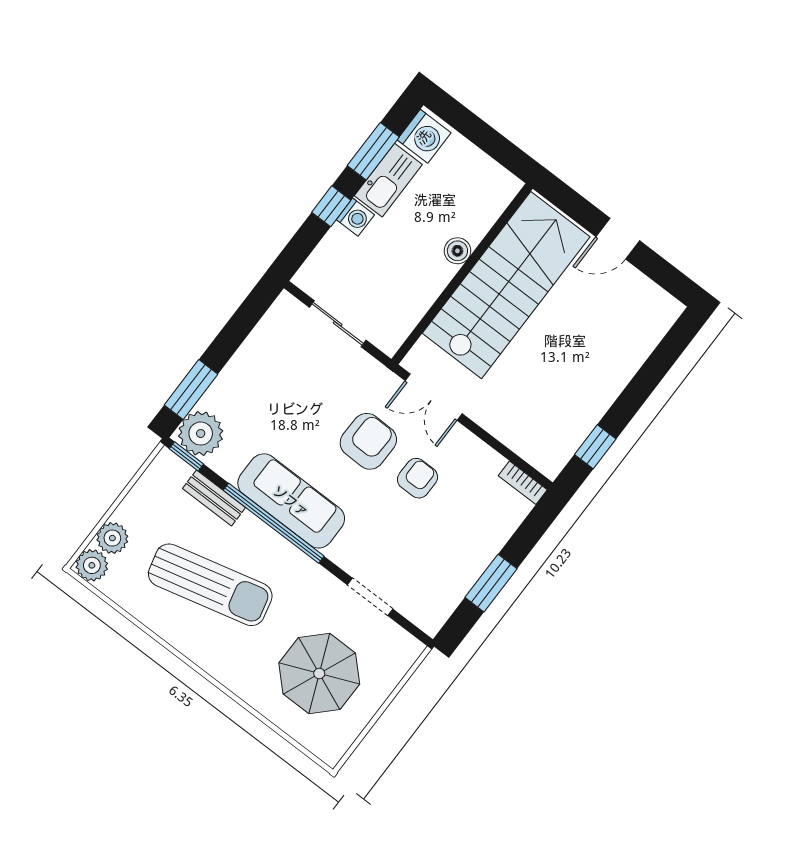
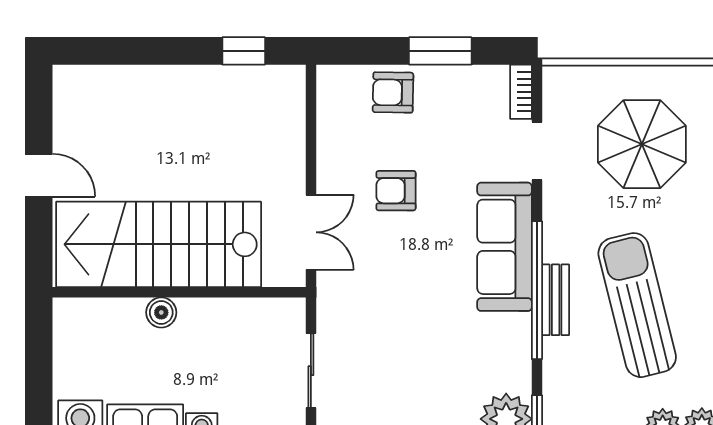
armchair: (368, 441) -> (393, 92), moved, width x0.72, depth x0.72
bookcase: (523, 483) -> (521, 92), moved, turned 180
bench: (214, 498) -> (556, 300), moved
sofa: (291, 501) -> (504, 247), moved

